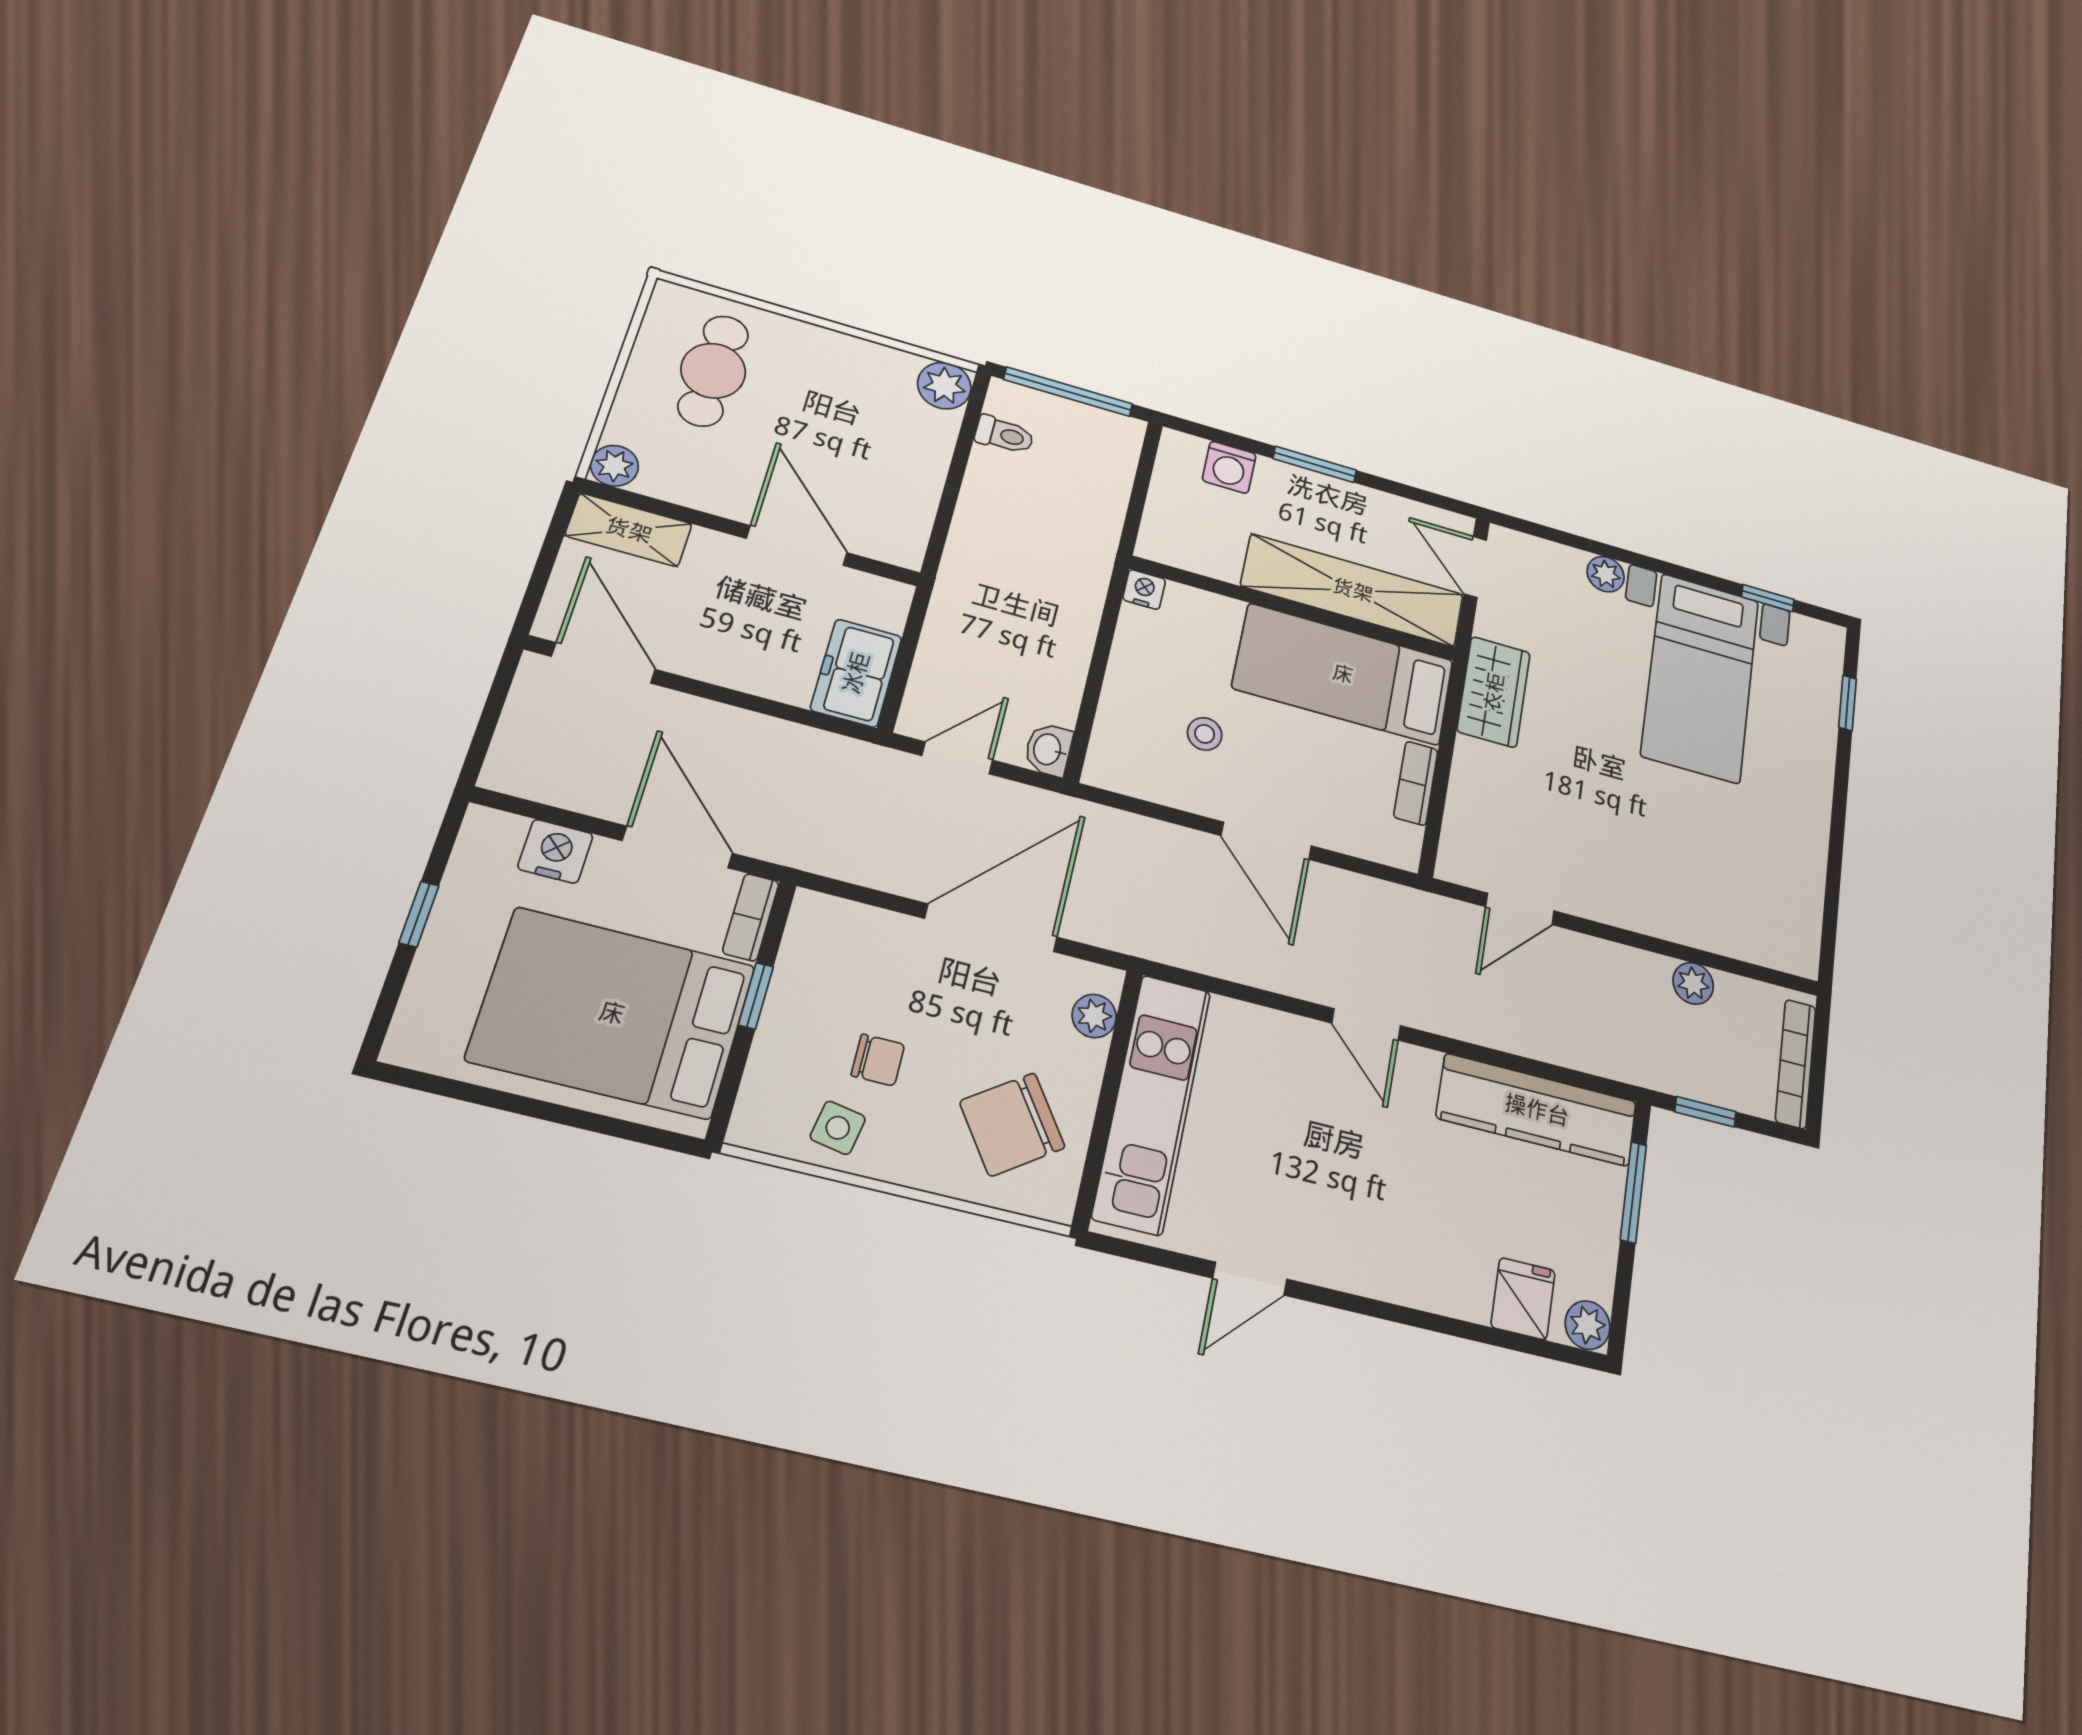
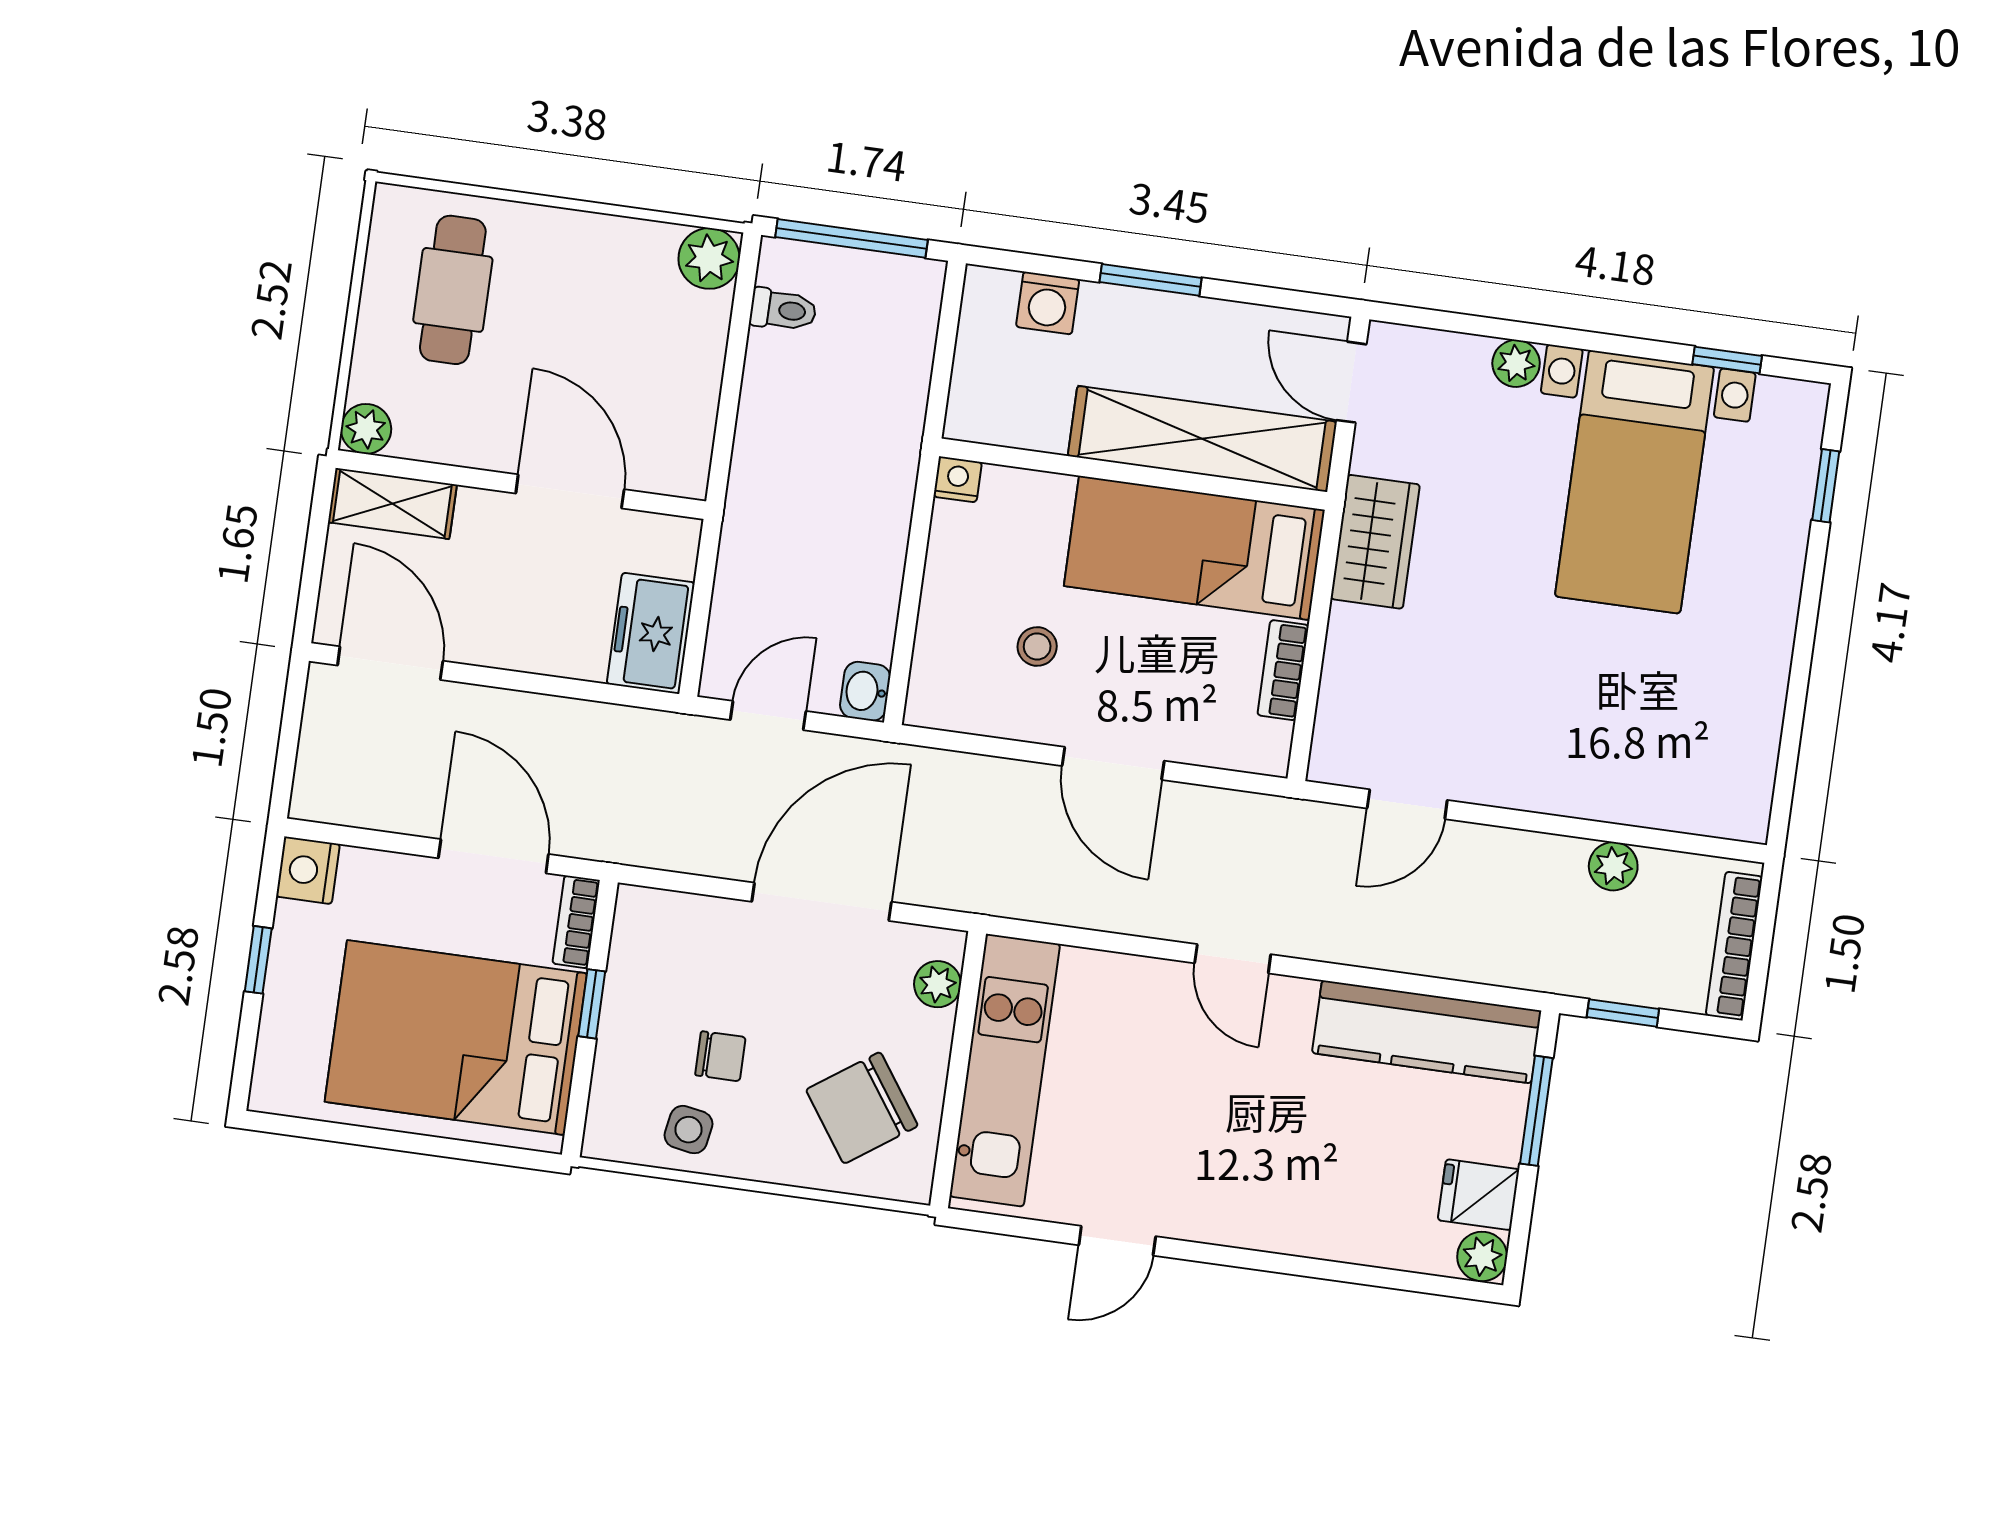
nightstand: (555, 851) -> (308, 870), moved, turned -90
fridge: (1523, 1299) -> (1479, 1195), moved, turned -90

